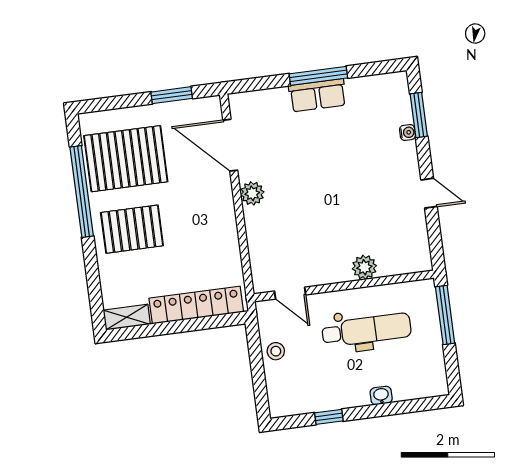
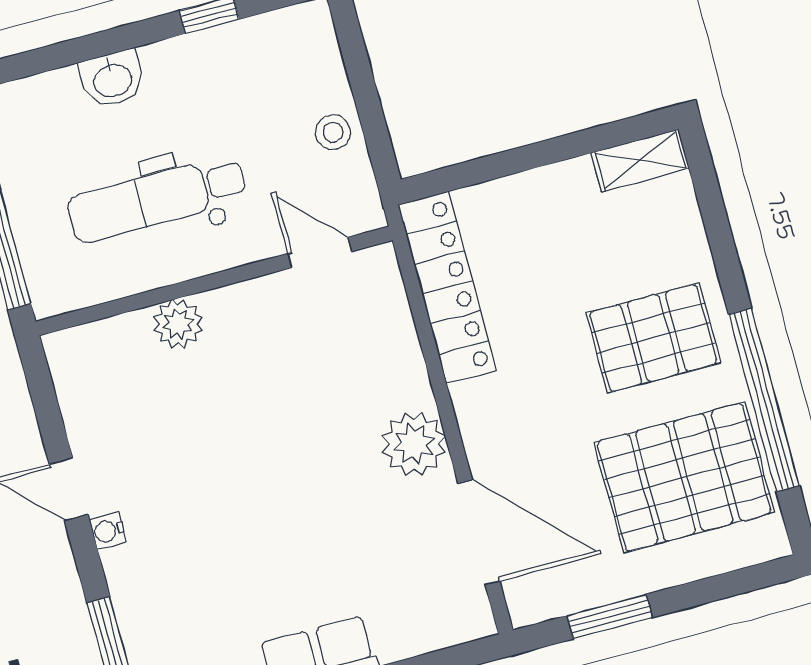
water cooler: (407, 132) -> (108, 531), moved
plant: (252, 193) -> (414, 444), width x1.36, depth x1.36
locker: (196, 305) -> (447, 287), moved, turned -90
washbasin: (381, 396) -> (112, 79), width x1.38, depth x1.45

